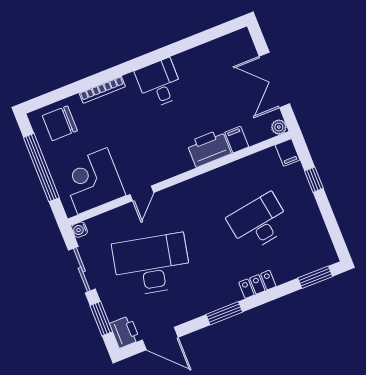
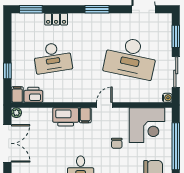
chair: (124, 140) -> (117, 143), added
filing cabinet: (237, 140) -> (85, 115), moved
door: (142, 193) -> (104, 105), moved
locker: (257, 284) -> (56, 19), moved
printer: (125, 332) -> (33, 95), moved, turned 90

